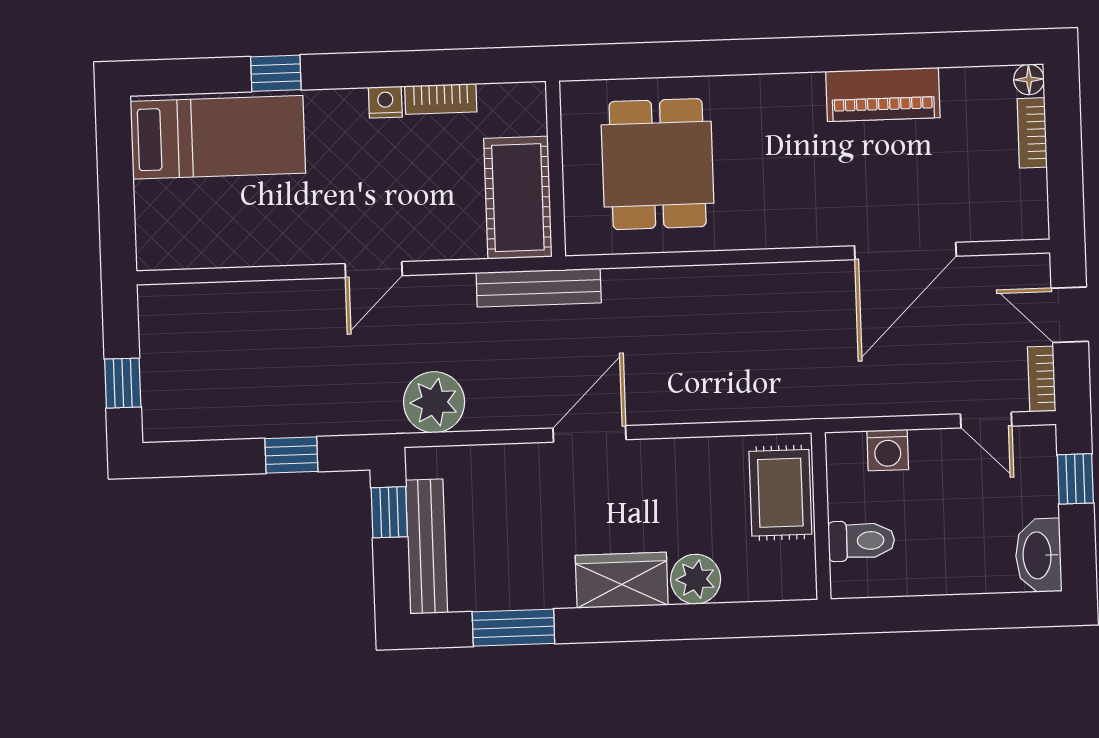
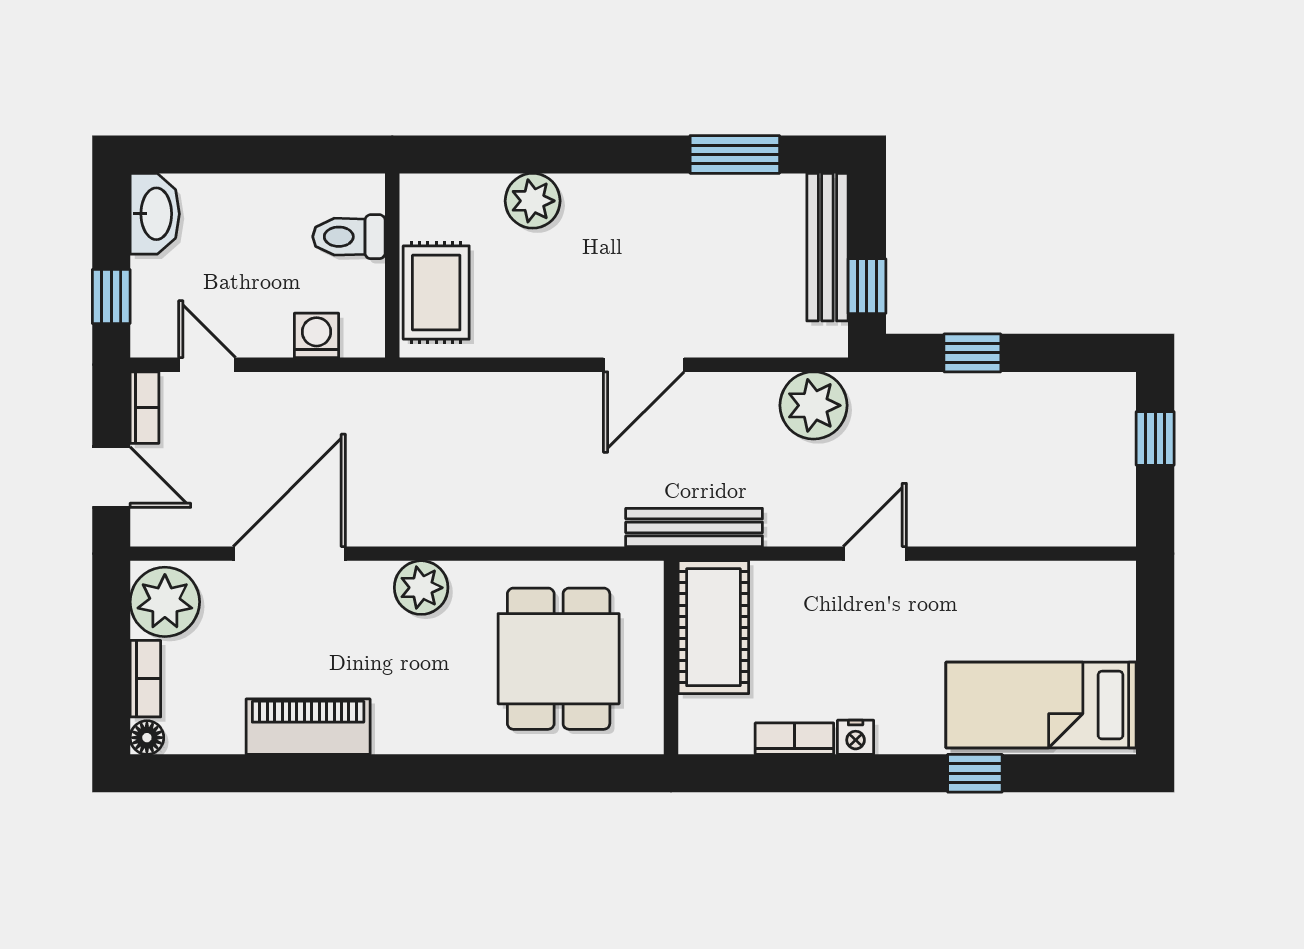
plant: (1017, 203) -> (165, 602), added
plant: (785, 224) -> (421, 588), added
wardrobe: (622, 580) -> (614, 202), removed

